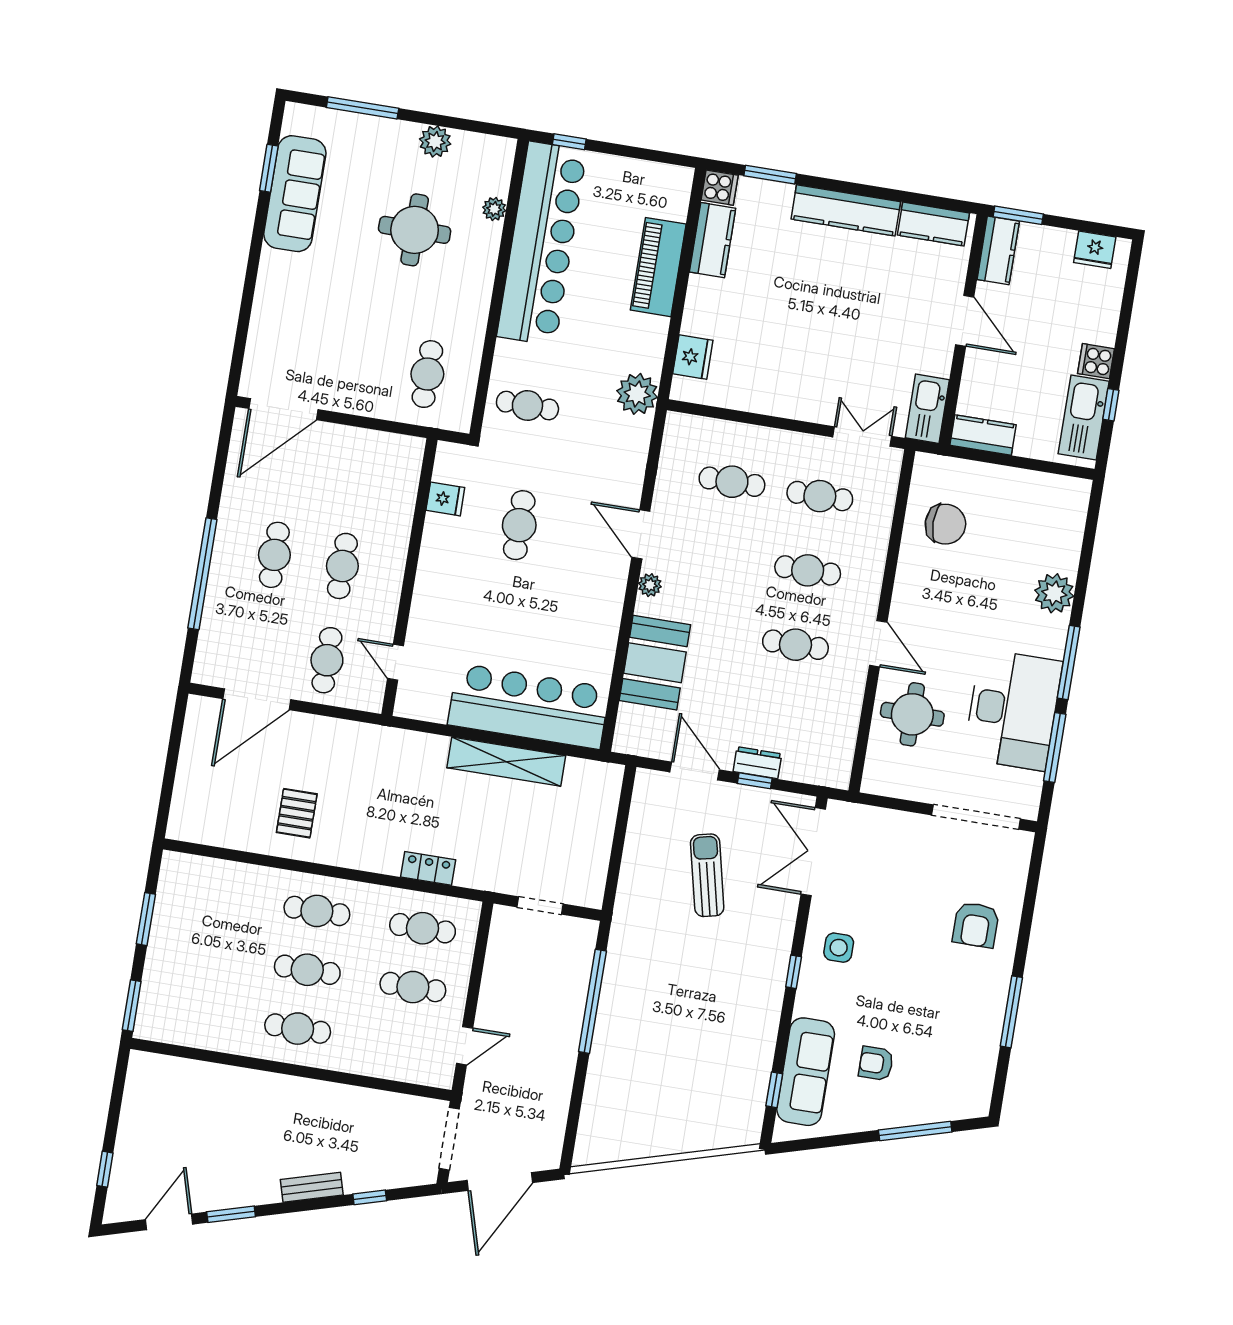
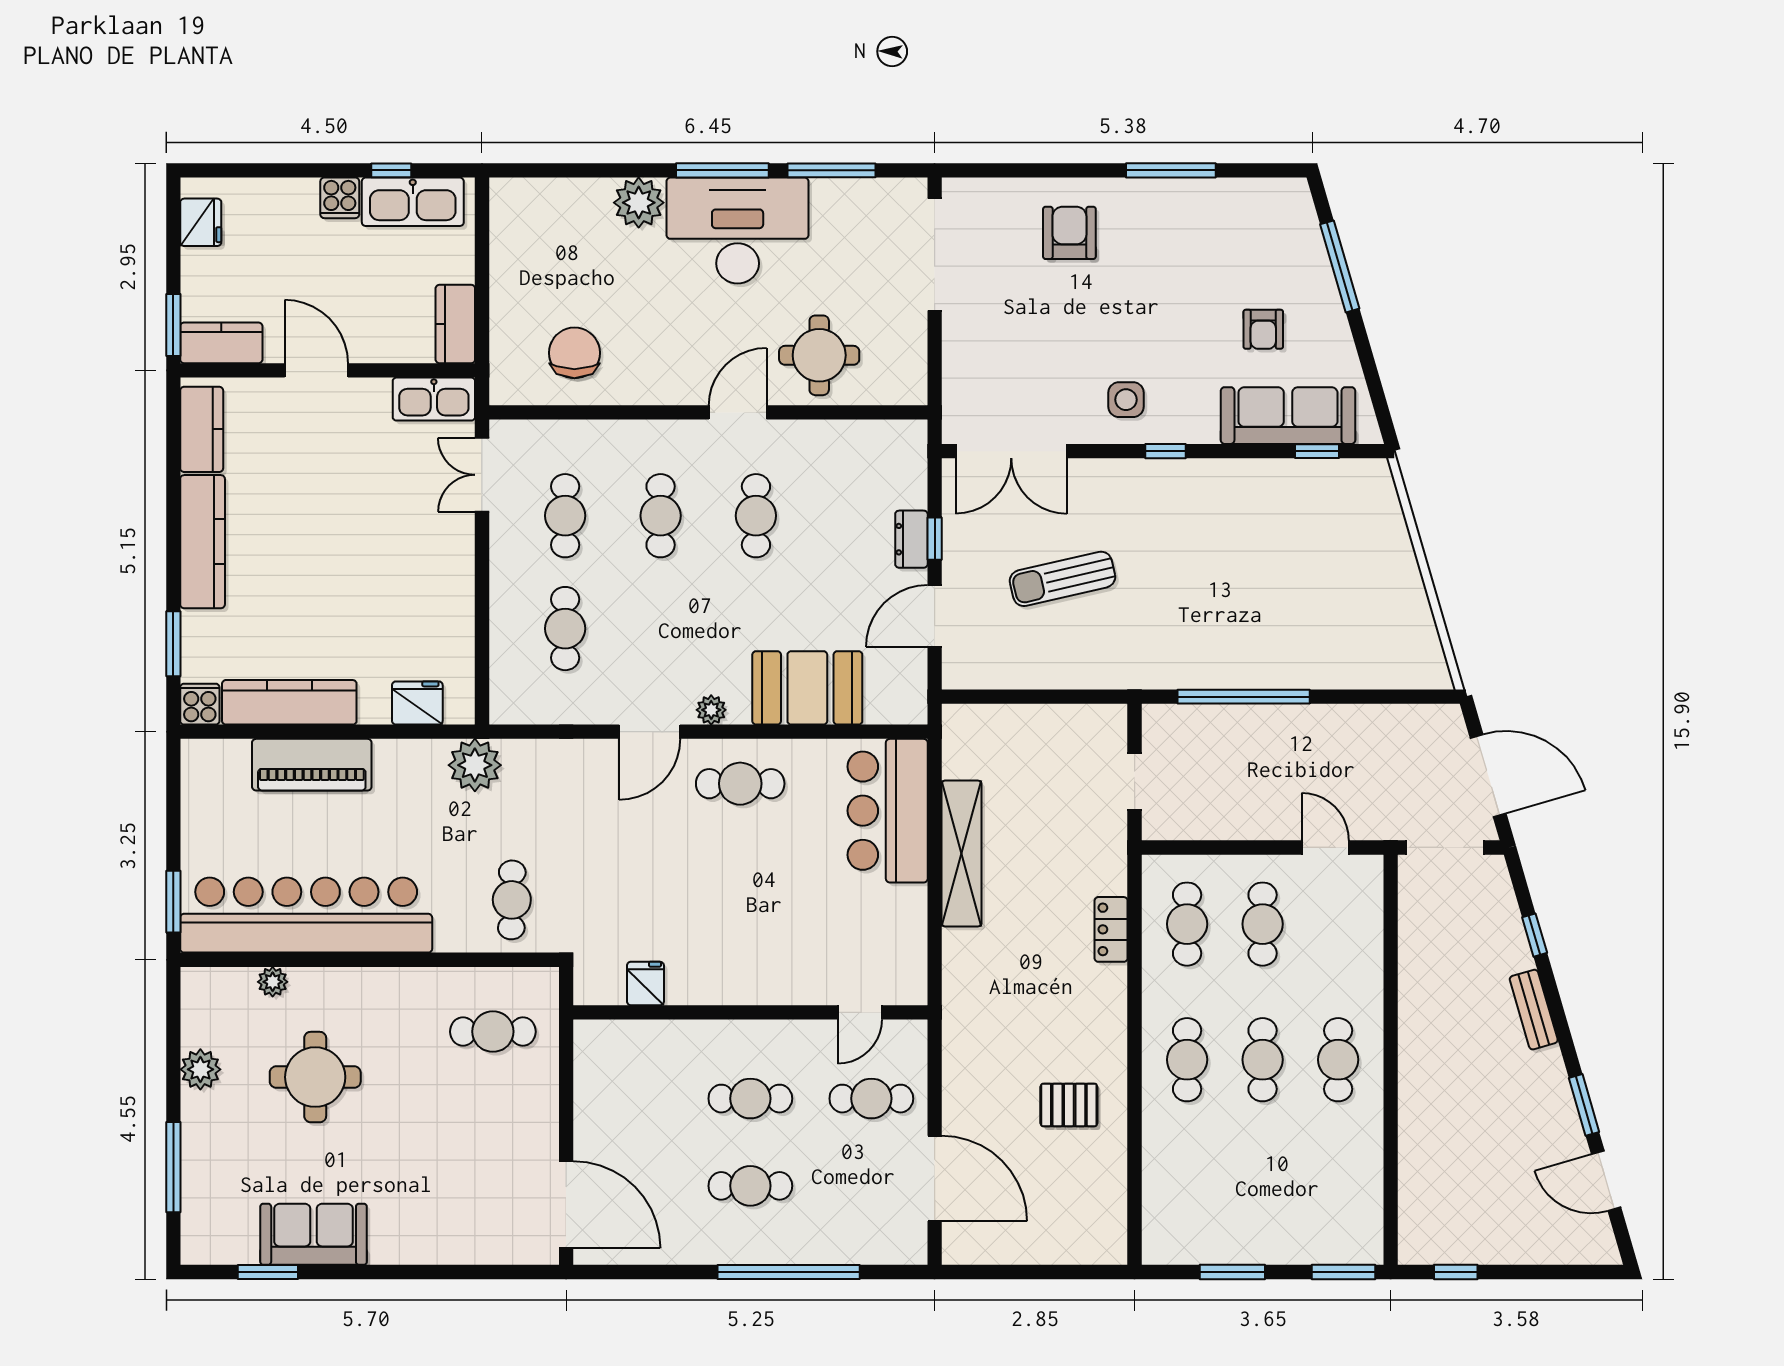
window: (569, 142) -> (173, 902), width x1.50
sofa: (295, 194) -> (314, 1234), width x0.73
kitchen counter: (713, 240) -> (289, 702), width x1.50
door: (965, 321) -> (316, 370), hinge flipped
cafe table: (519, 525) -> (740, 784), moved
bar counter: (529, 706) -> (888, 811), width x0.73
desk: (1013, 710) -> (738, 230), moved
armchair: (976, 925) -> (1069, 233), turned -90
window: (105, 1169) -> (1456, 1272), moved

